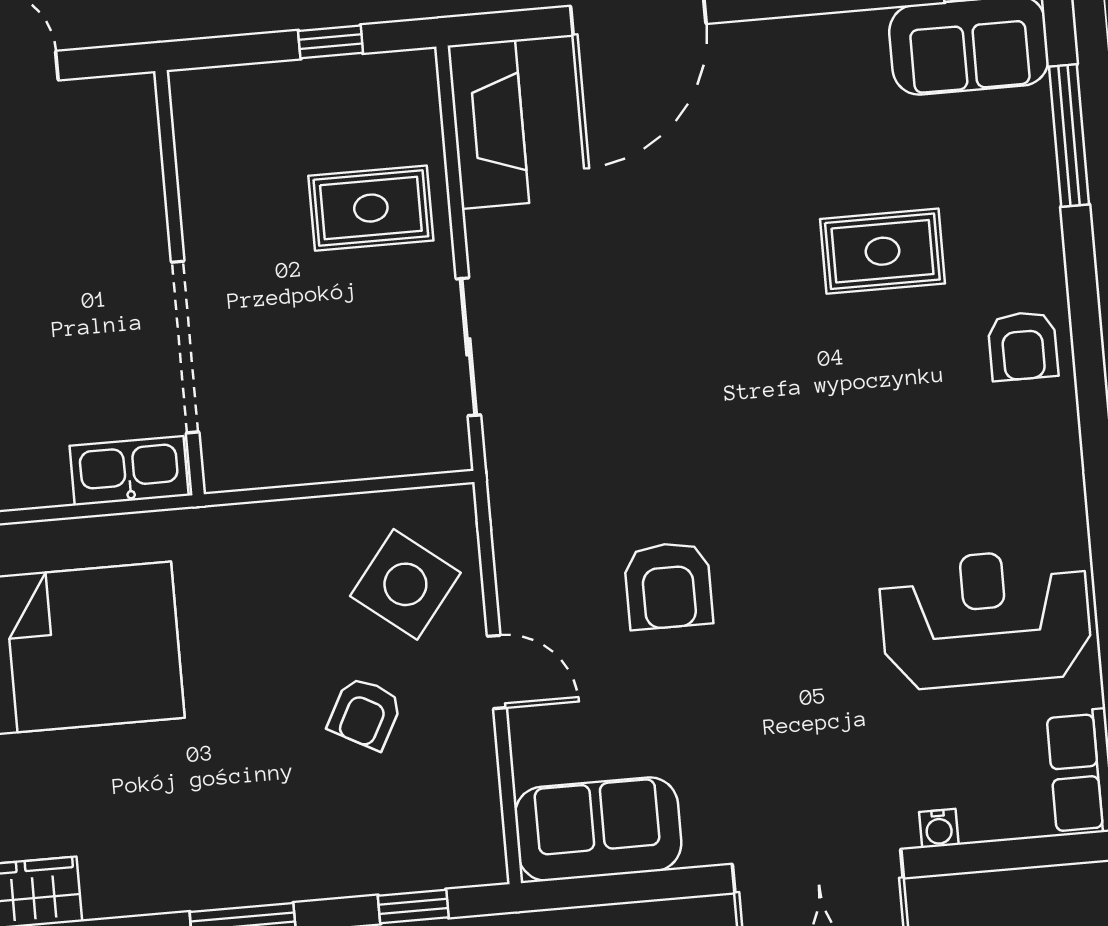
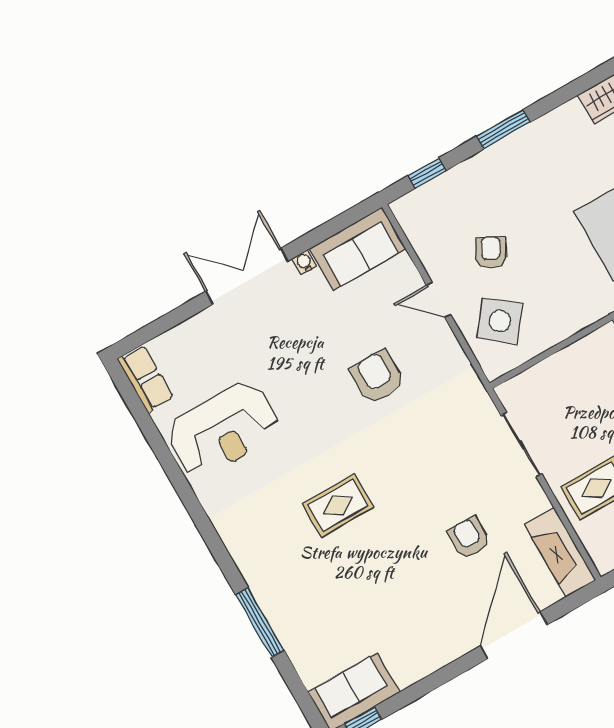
window: (1069, 135) -> (260, 623), moved
rug: (882, 251) -> (338, 505), moved
armchair: (1023, 346) -> (469, 538), moved
water cooler: (939, 828) -> (304, 262), moved

